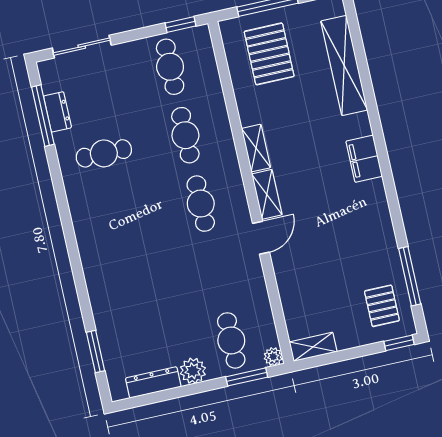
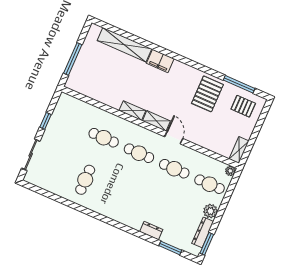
window: (180, 25) -> (46, 121), moved
pallet: (269, 54) -> (207, 94), moved, turned 90
cafe table: (170, 67) -> (174, 169), moved
dresser: (57, 112) -> (151, 231), moved
window: (43, 116) -> (49, 195), removed
filing cabinet: (364, 159) -> (160, 61), moved
window: (399, 343) -> (265, 111), removed
window: (247, 377) -> (207, 244), moved

